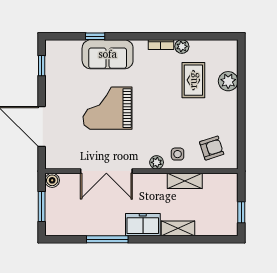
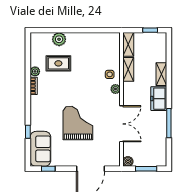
sofa: (108, 54) -> (40, 149), moved
grand piano: (108, 108) -> (78, 123), turned 180
armchair: (212, 148) -> (105, 51), removed
shelving: (221, 181) -> (128, 44), added

